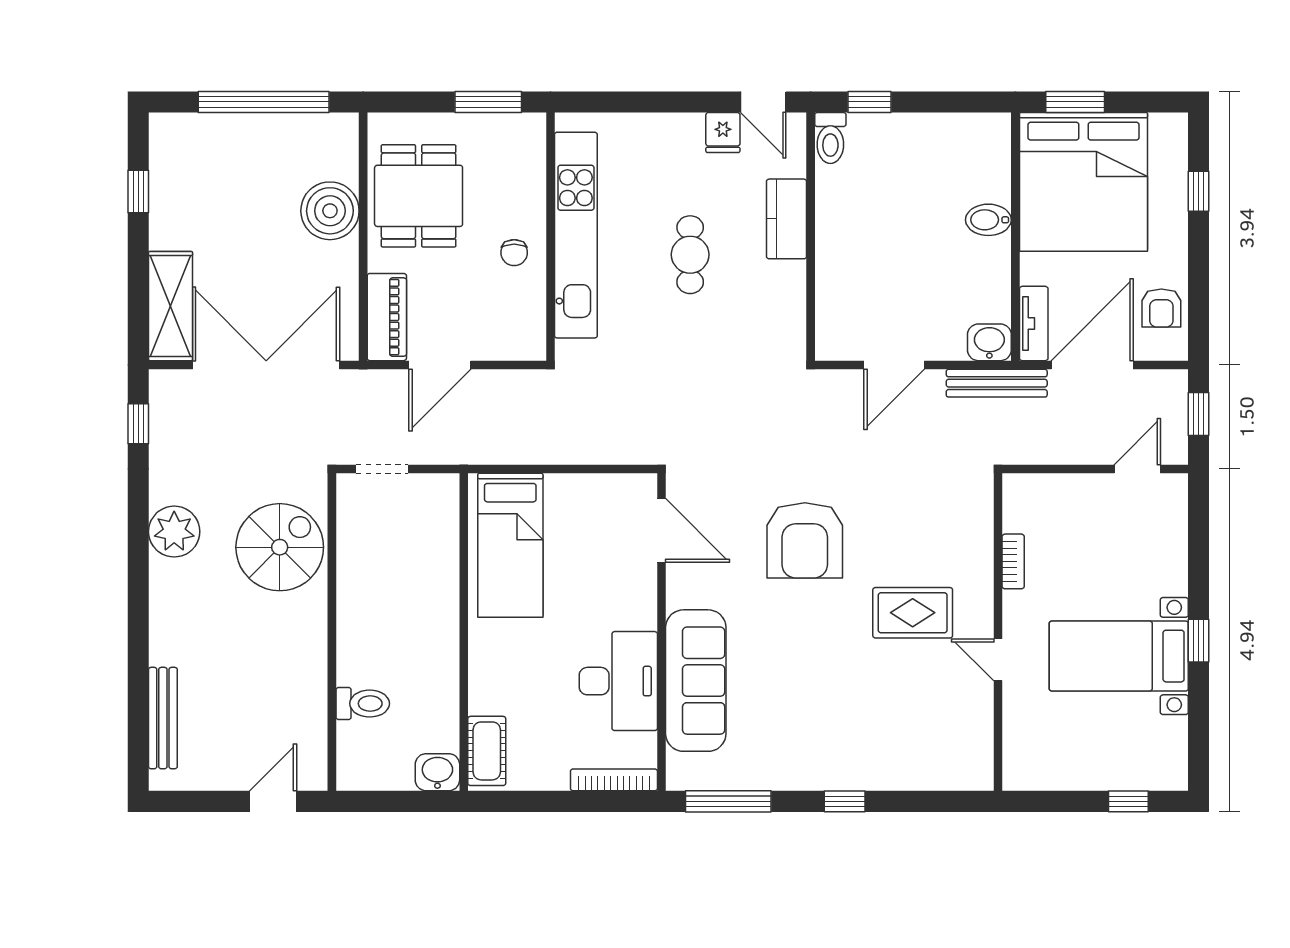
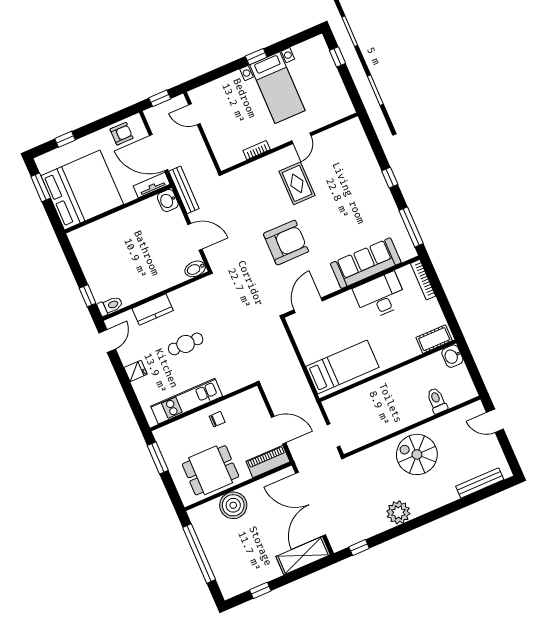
window: (1075, 102) -> (41, 187), moved
fridge: (723, 133) -> (136, 371), moved
bidet: (988, 220) -> (195, 269), moved, turned 90
kitchen unit: (576, 235) -> (187, 401), width x0.73
spiral stairs: (280, 547) -> (417, 454), moved

